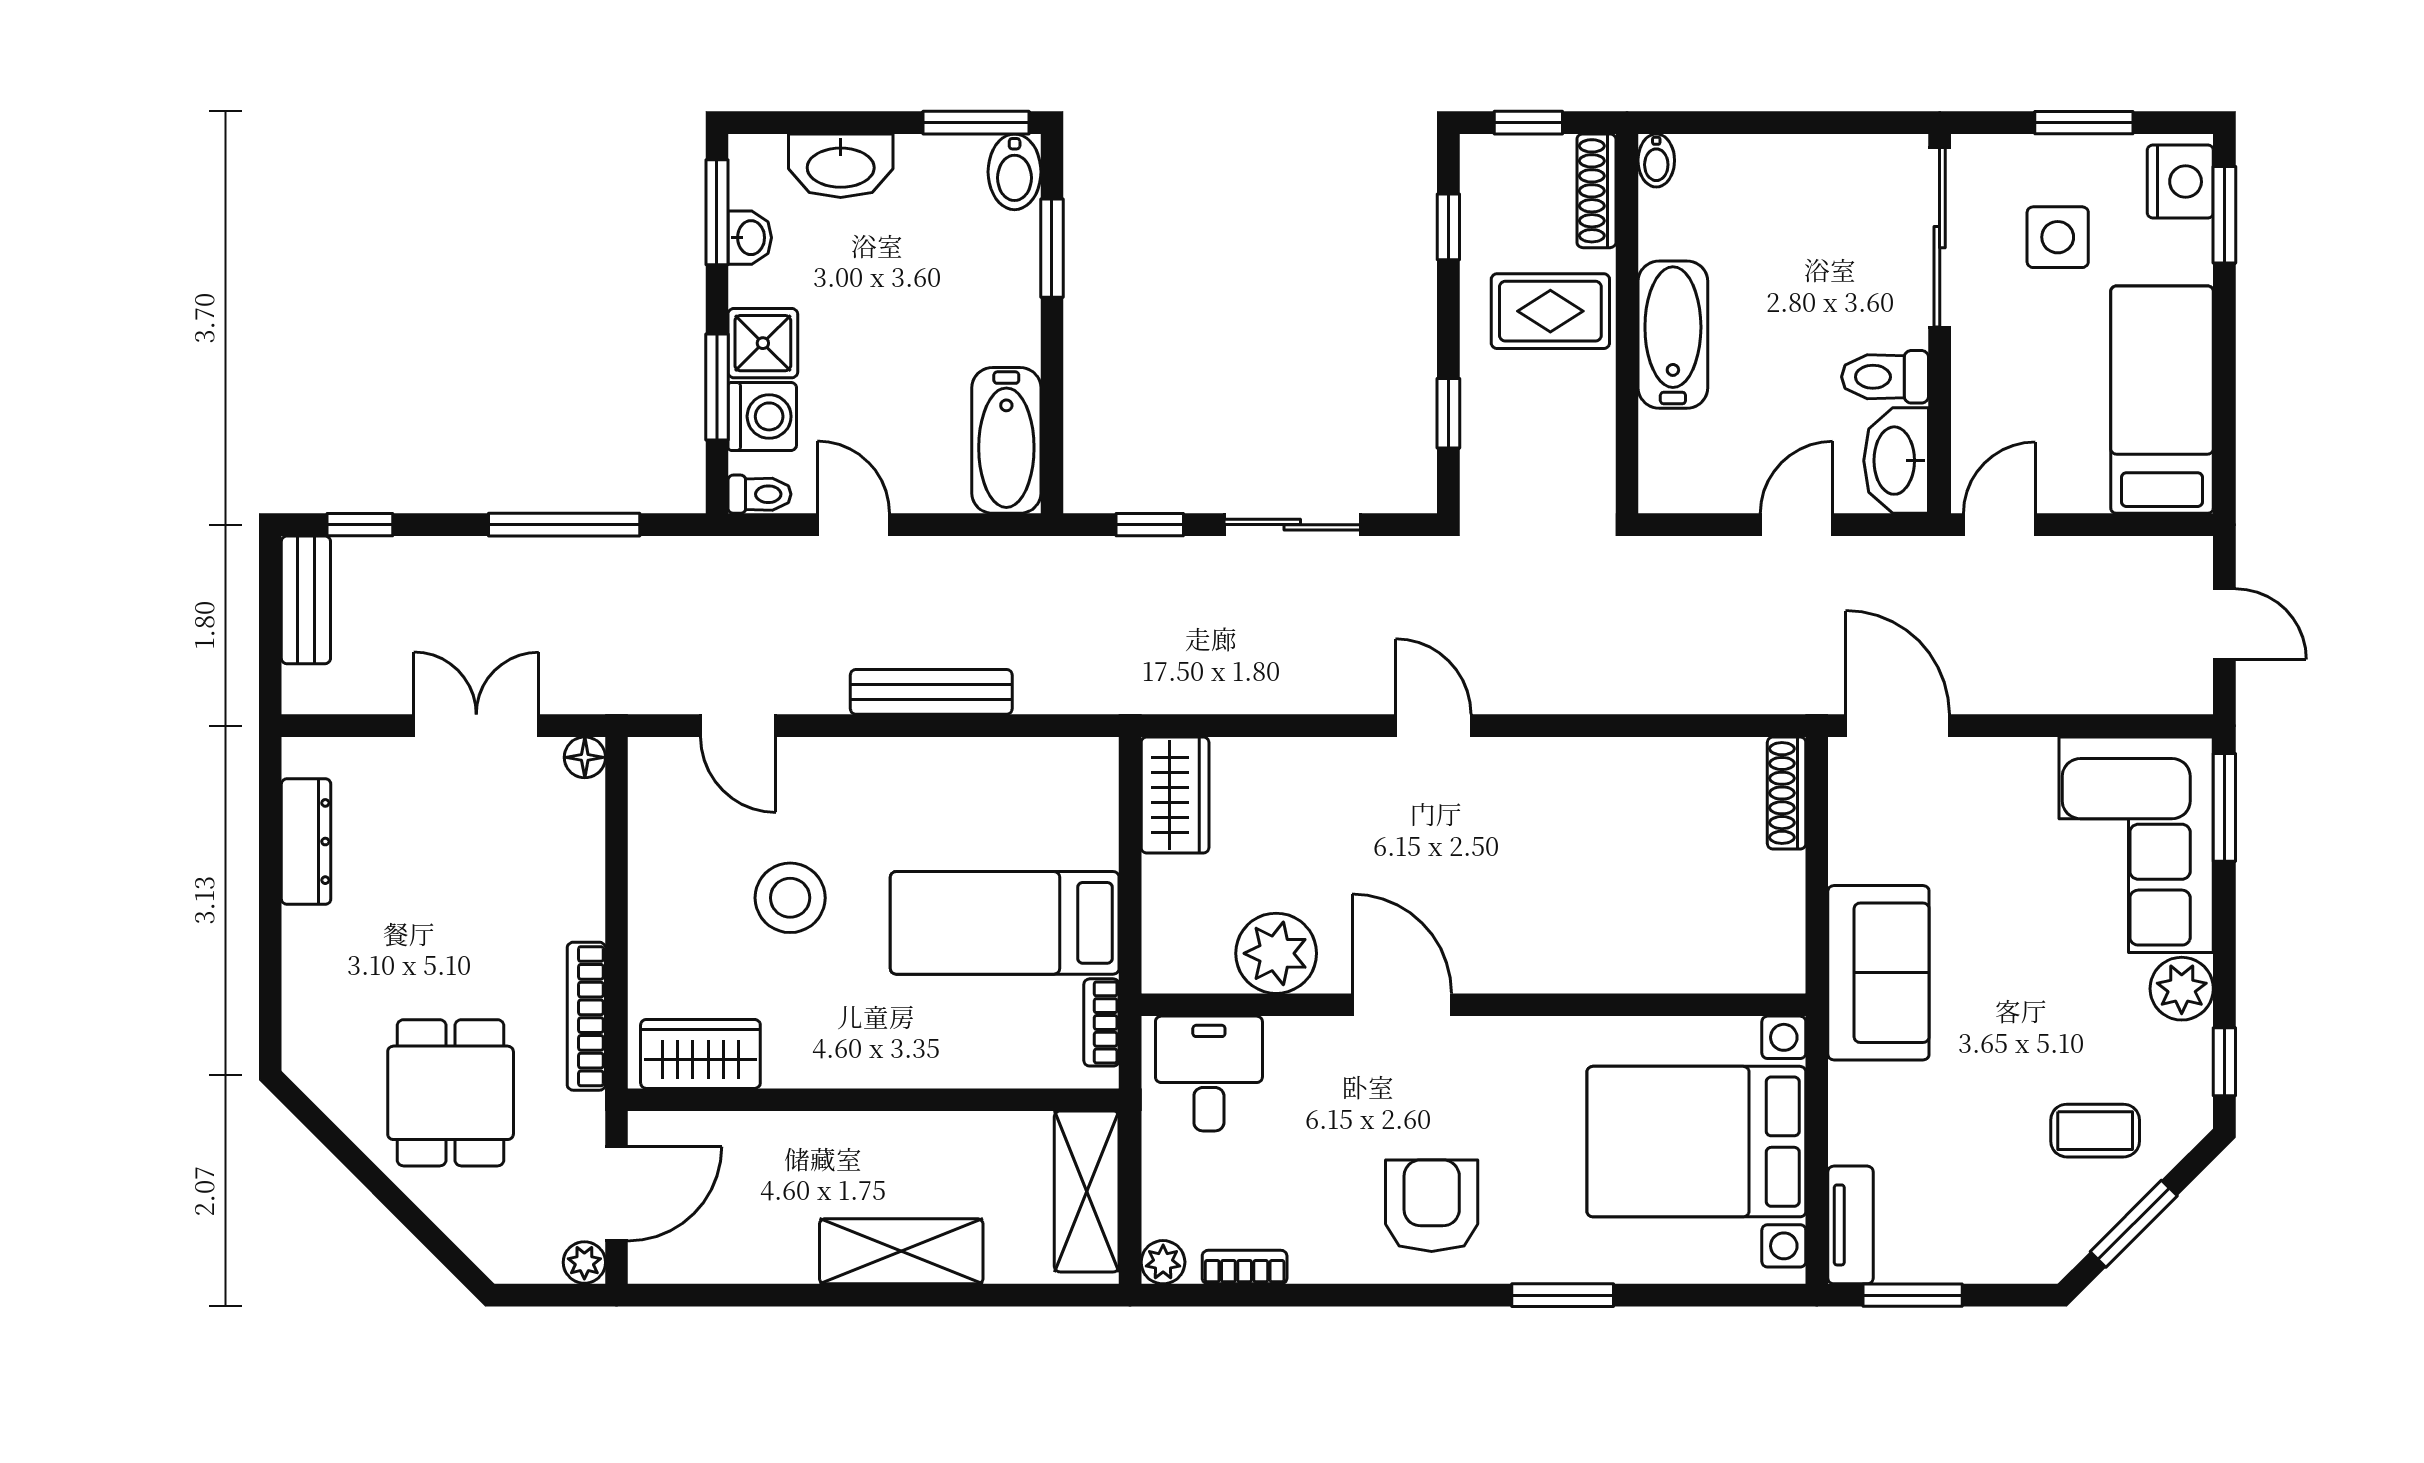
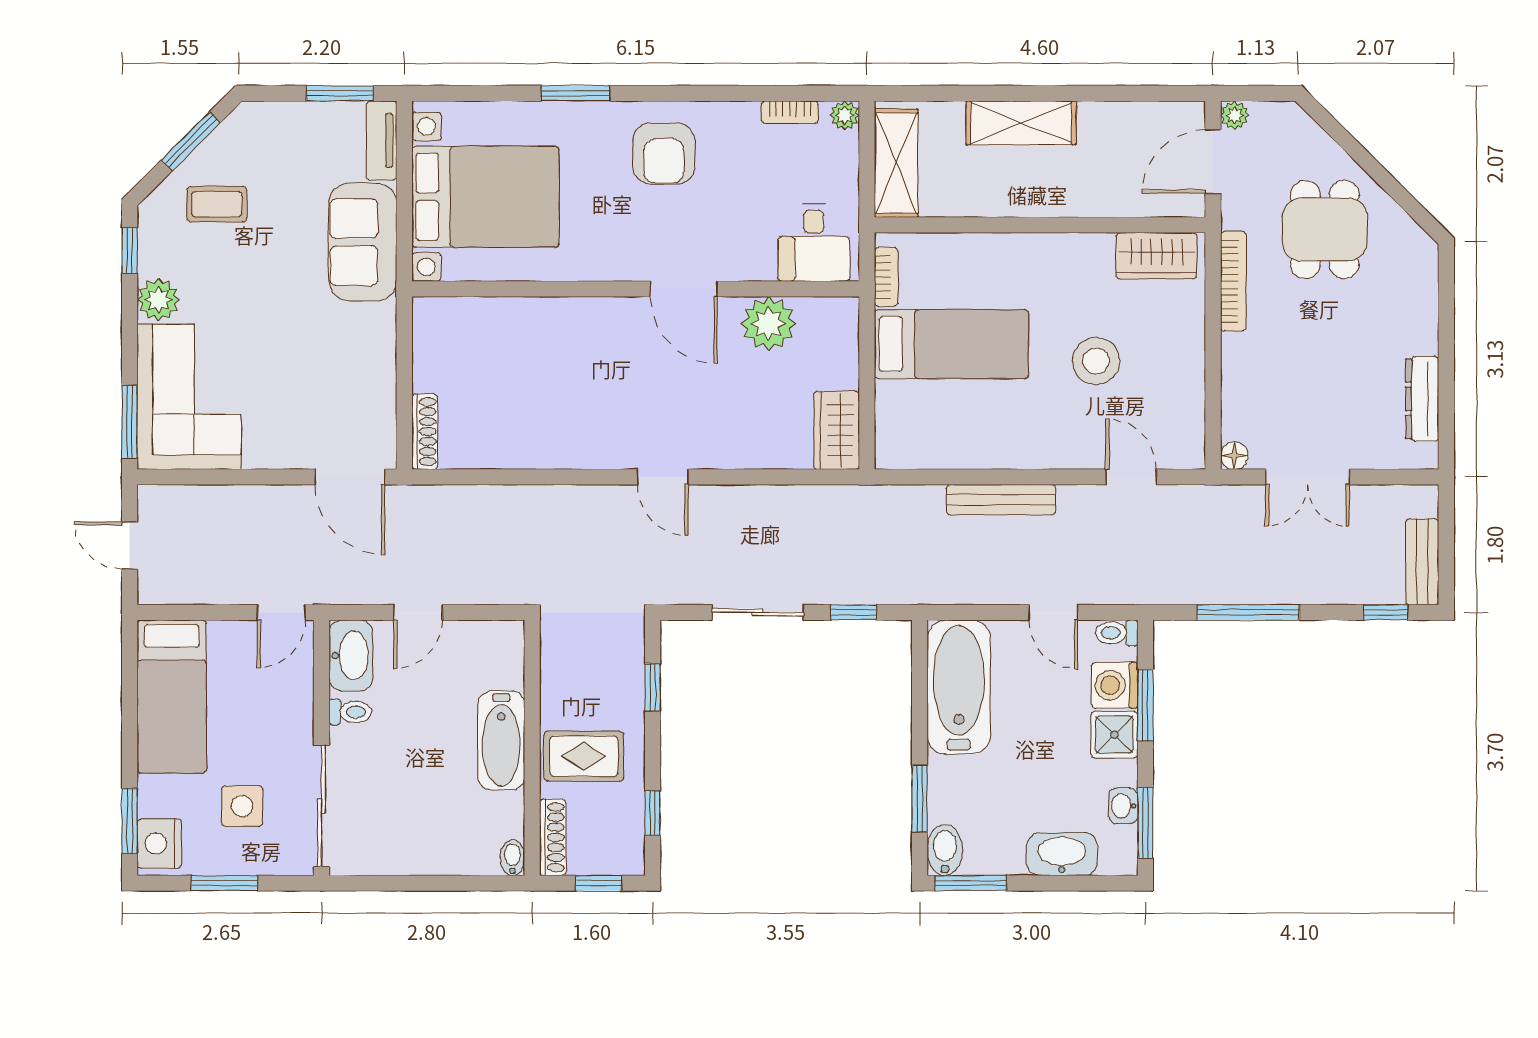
toilet: (1885, 377) -> (350, 712), width x0.73, depth x0.72
bathtub: (1006, 440) -> (959, 687), width x1.36, depth x1.36
sofa: (1878, 973) -> (363, 242), moved

